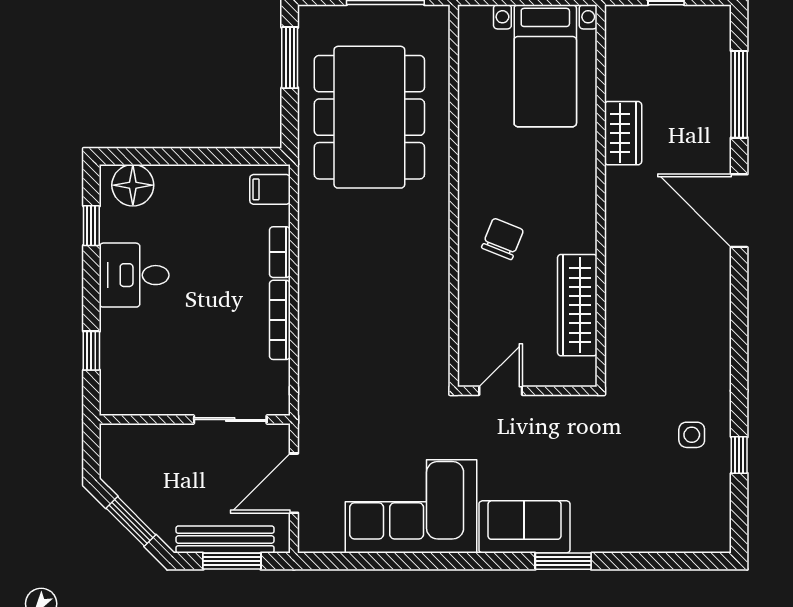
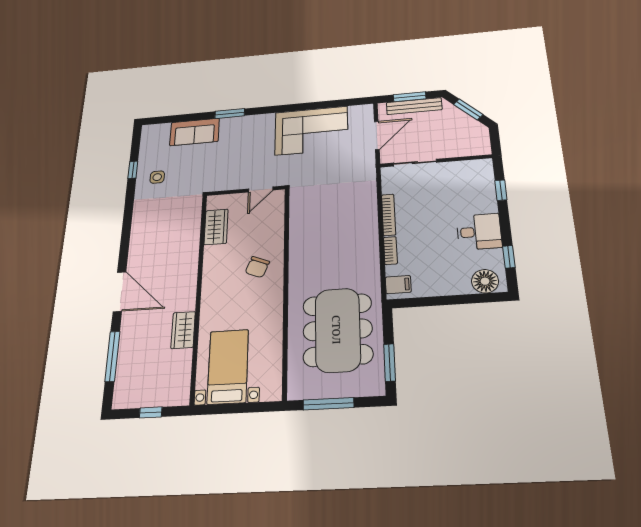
wardrobe: (577, 305) -> (216, 227), width x0.67
sofa: (524, 527) -> (195, 132), moved

